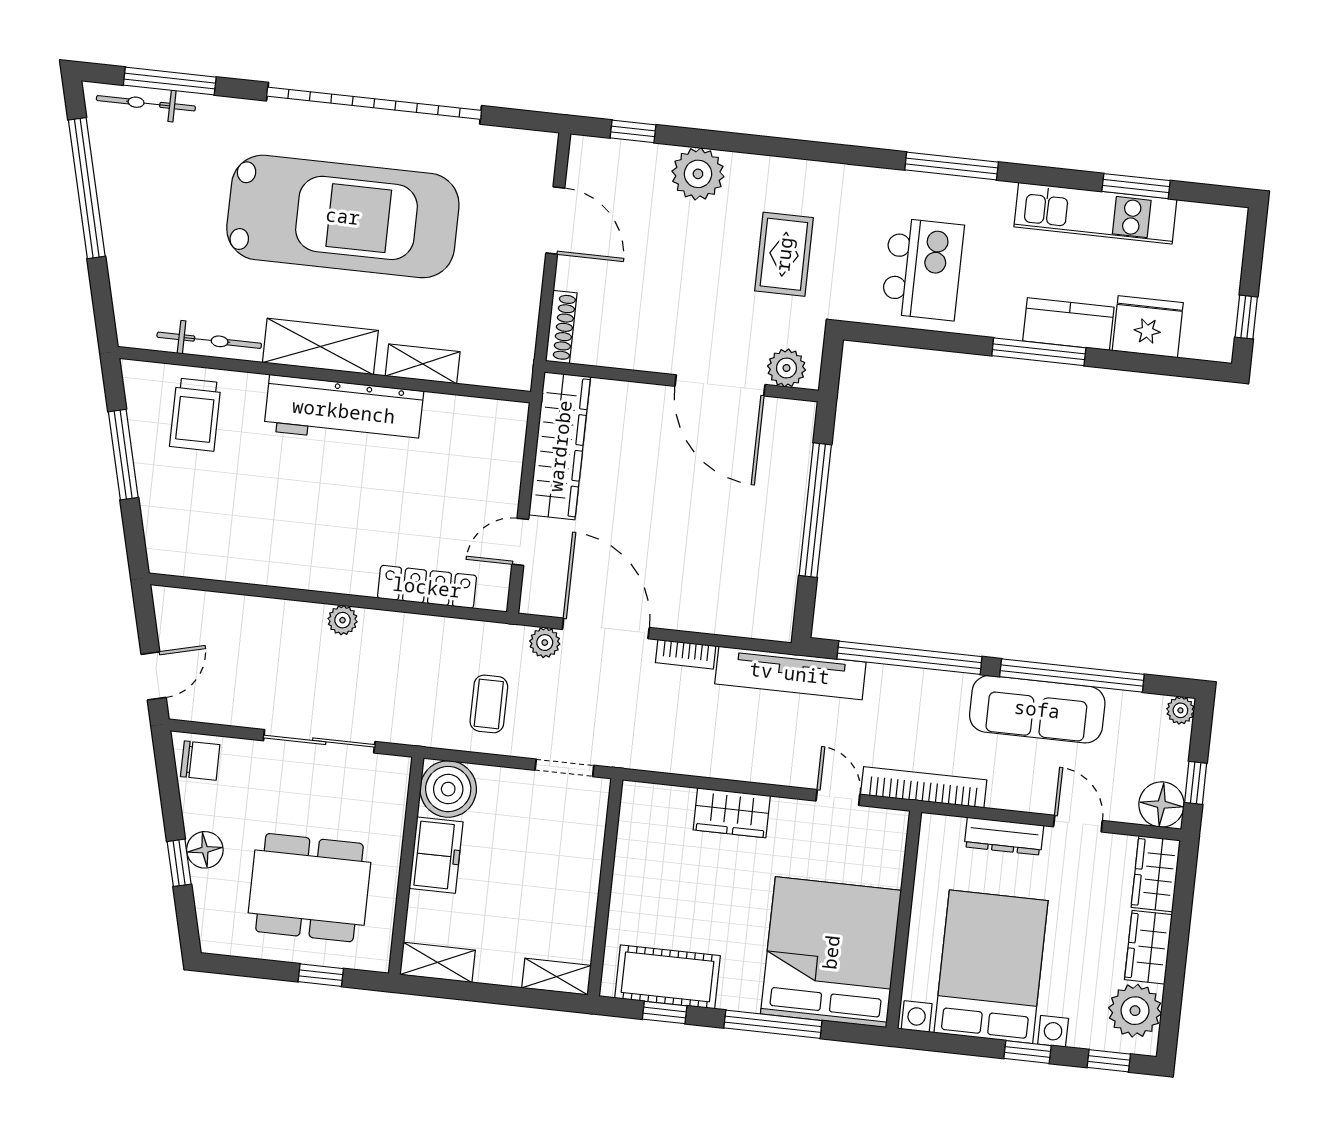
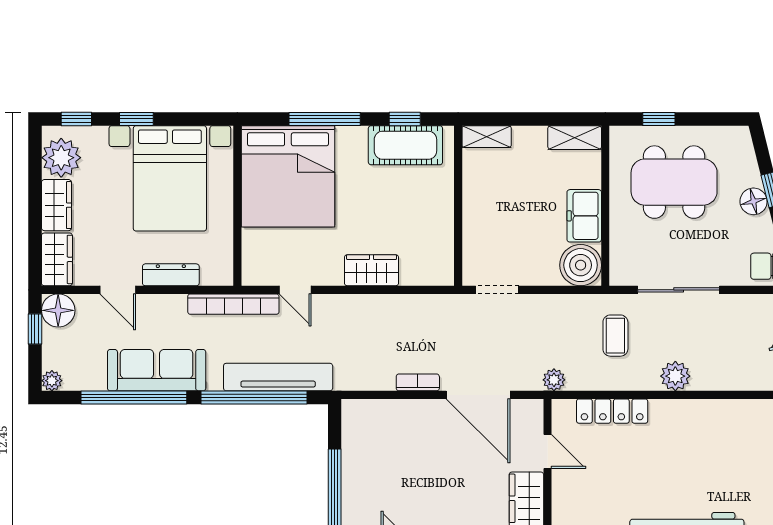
door: (520, 542) -> (547, 451), hinge flipped
plant: (343, 620) -> (675, 376), width x1.38, depth x1.38
plant: (545, 643) -> (554, 380), moved
tv unit: (790, 673) -> (278, 377), moved
coffee table: (489, 704) -> (615, 336), moved

